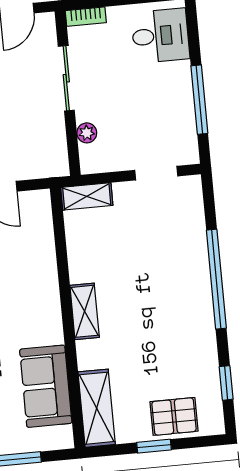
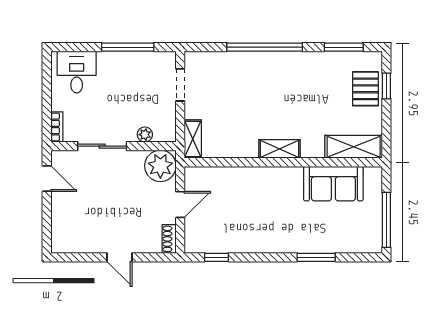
plant: (48, 157) -> (160, 166), added
window: (226, 383) -> (344, 47), width x1.50
window: (154, 446) -> (386, 86), moved

